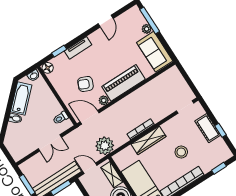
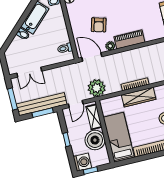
piano: (123, 83) -> (129, 39), width x0.73, depth x0.75
armchair: (85, 84) -> (99, 25), turned -98
double door: (50, 143) -> (29, 72), moved
door: (90, 168) -> (76, 104), swing flipped

